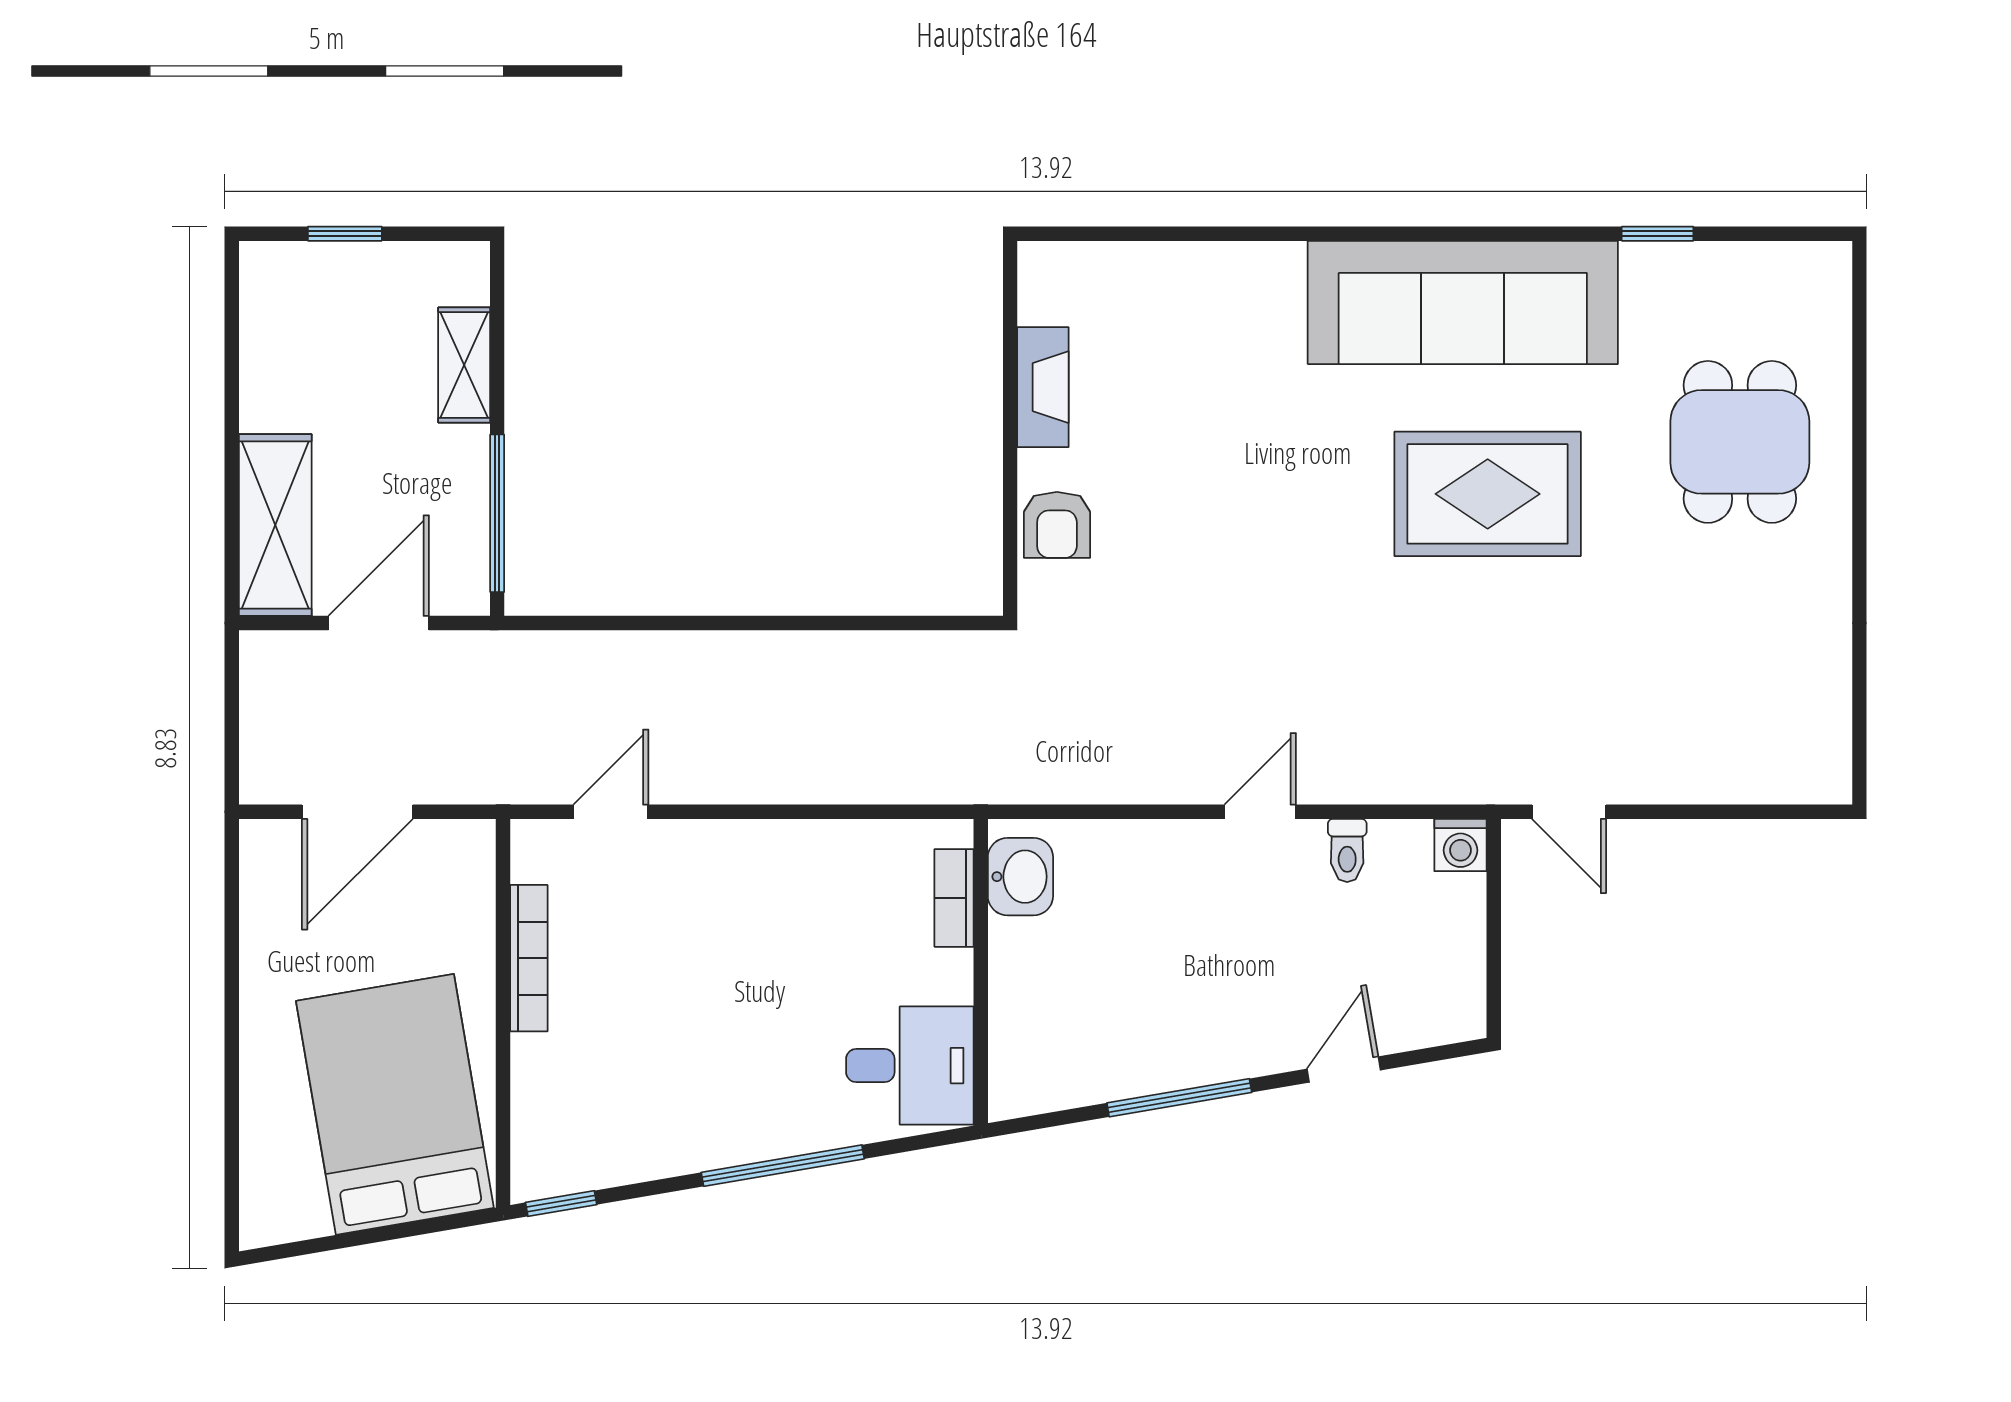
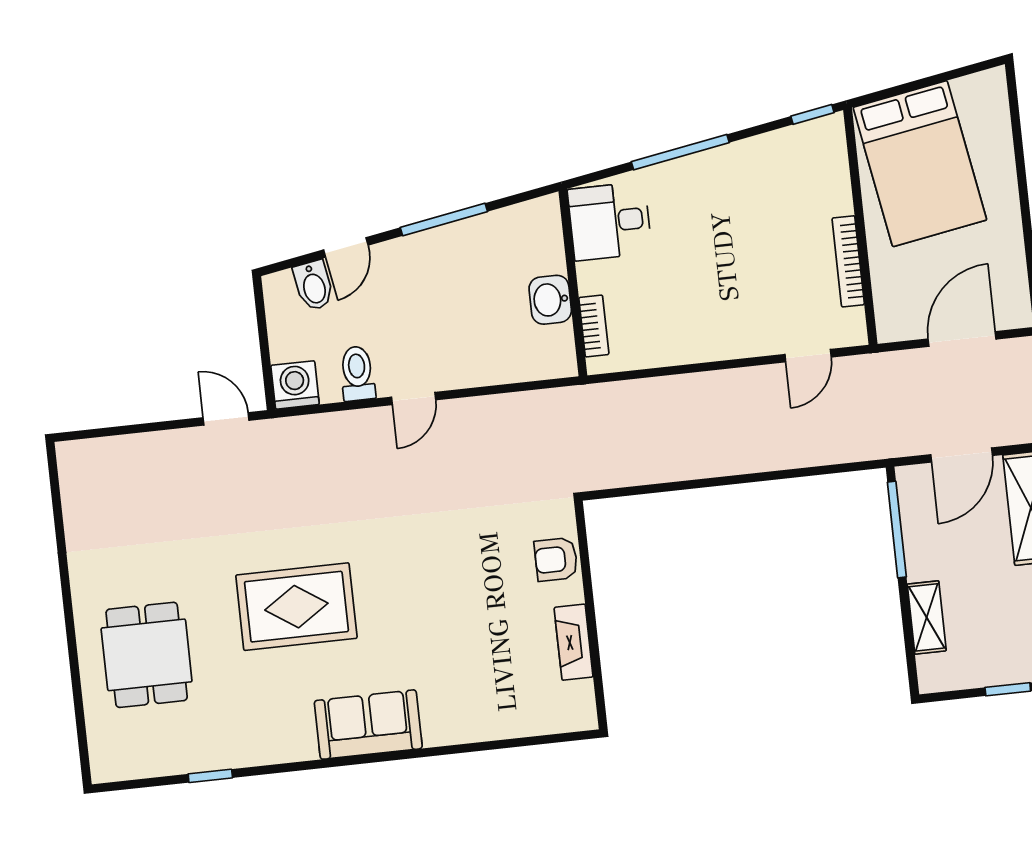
sofa: (1463, 302) -> (368, 725), width x0.54, depth x0.79
armchair: (1057, 525) -> (556, 559), turned -90
washing machine: (1460, 845) -> (295, 385), width x1.38, depth x1.38
toilet: (1347, 850) -> (357, 373), width x1.37, depth x1.39
washbasin: (1020, 877) -> (550, 300), moved
bidet: (1403, 1013) -> (314, 285), added

